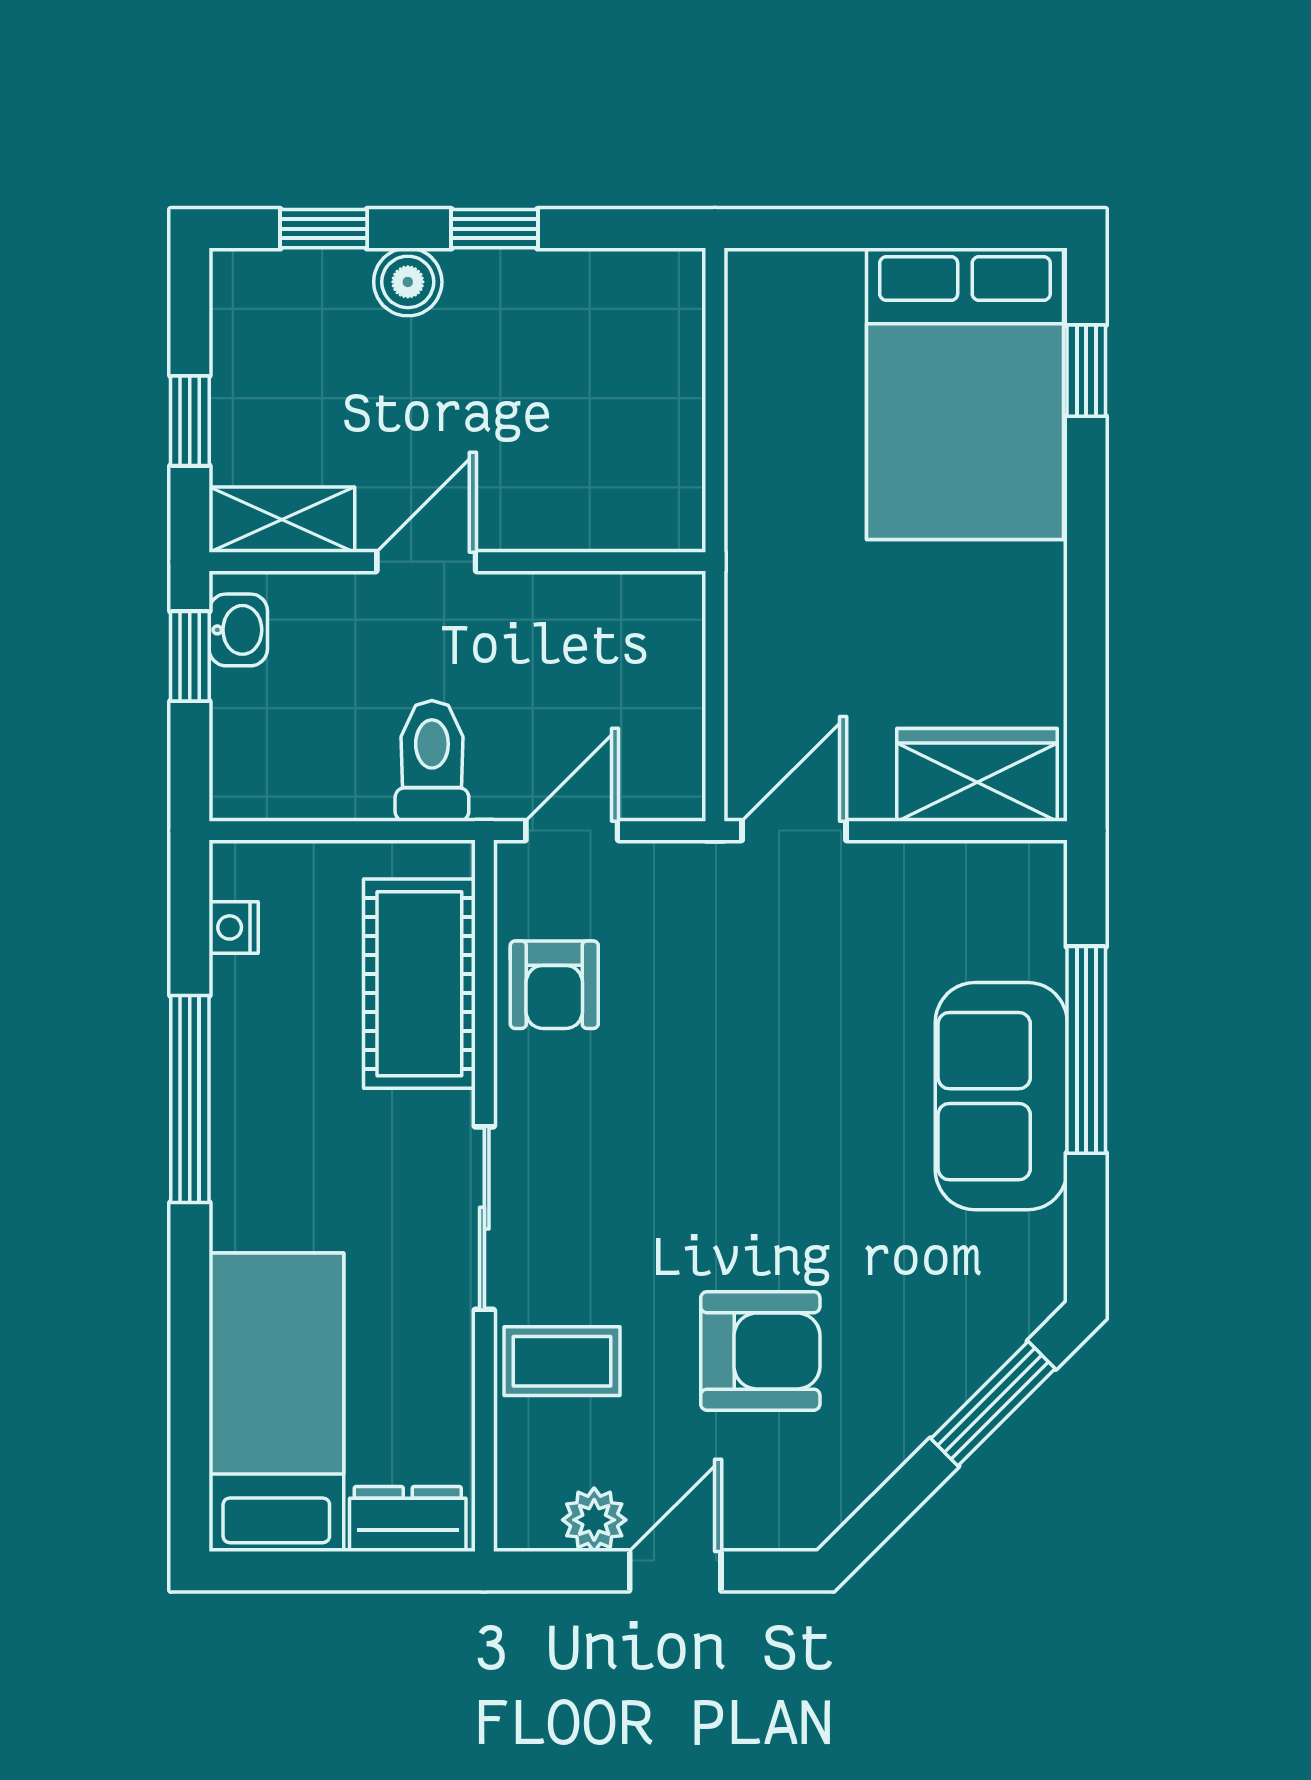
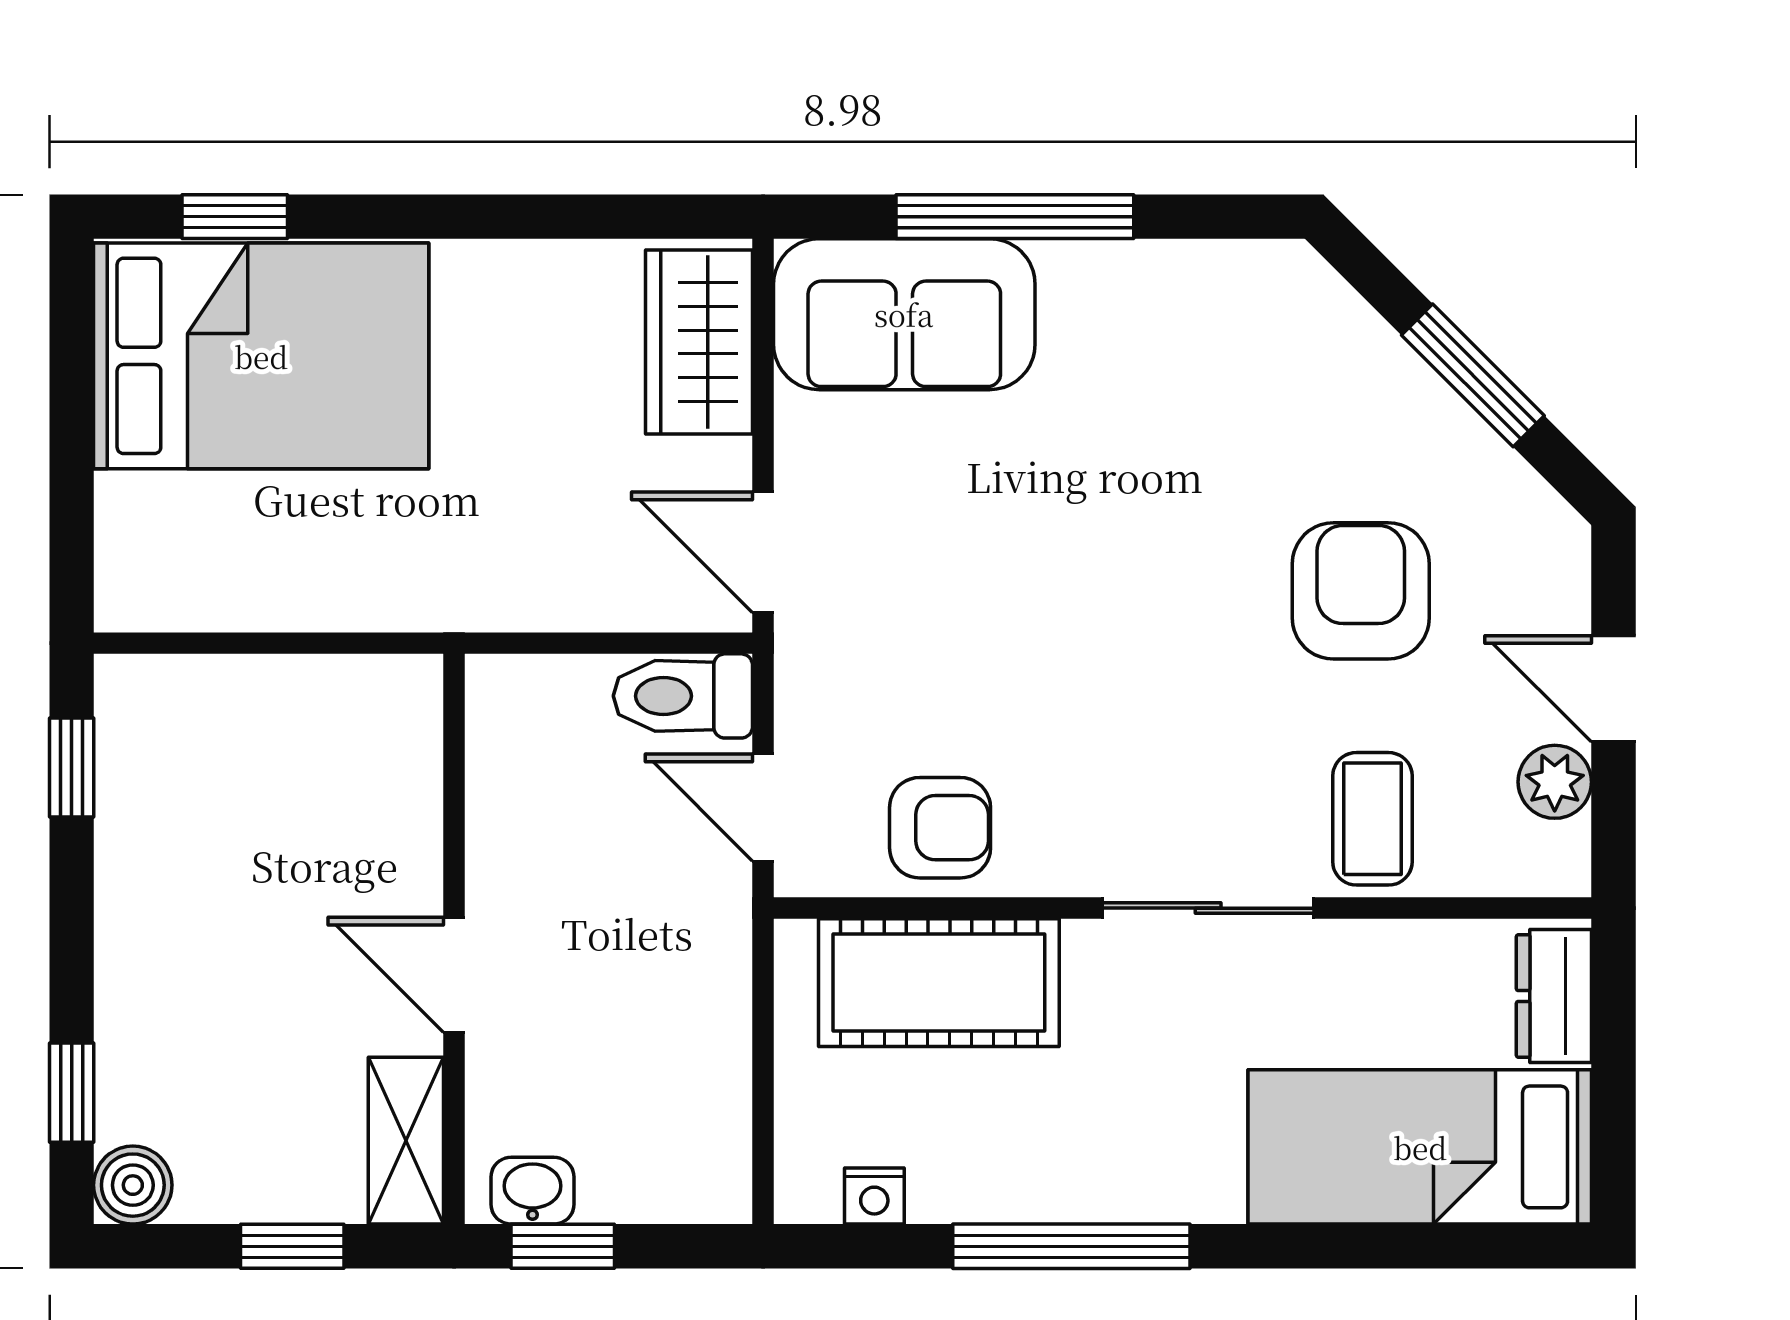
window: (494, 229) -> (72, 768), moved
boiler: (408, 282) -> (133, 1185), moved
toilet: (432, 761) -> (683, 696), moved
sofa: (1001, 1096) -> (904, 314), moved
window: (993, 1404) -> (1473, 375), moved

